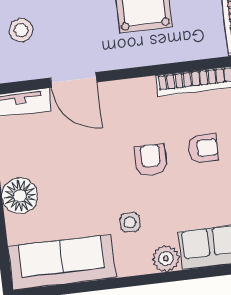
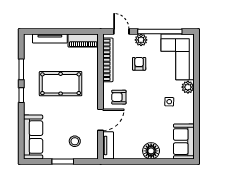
armchair: (151, 160) -> (119, 97), moved
sofa: (62, 262) -> (184, 142), width x0.73

